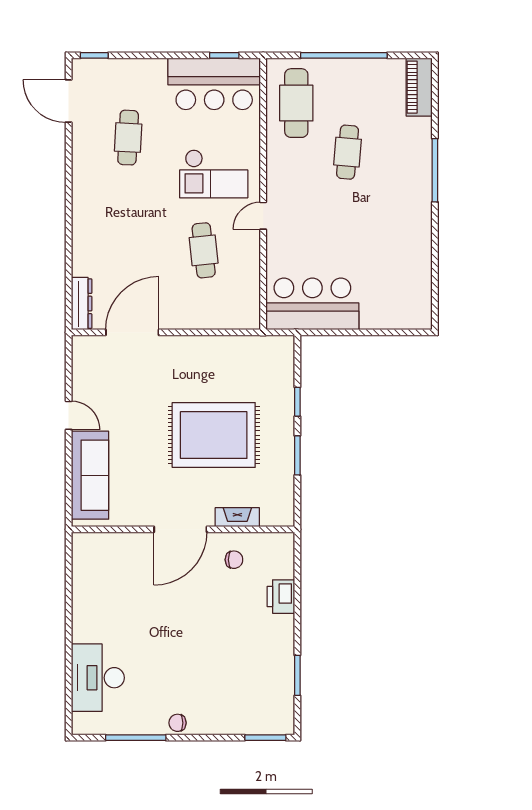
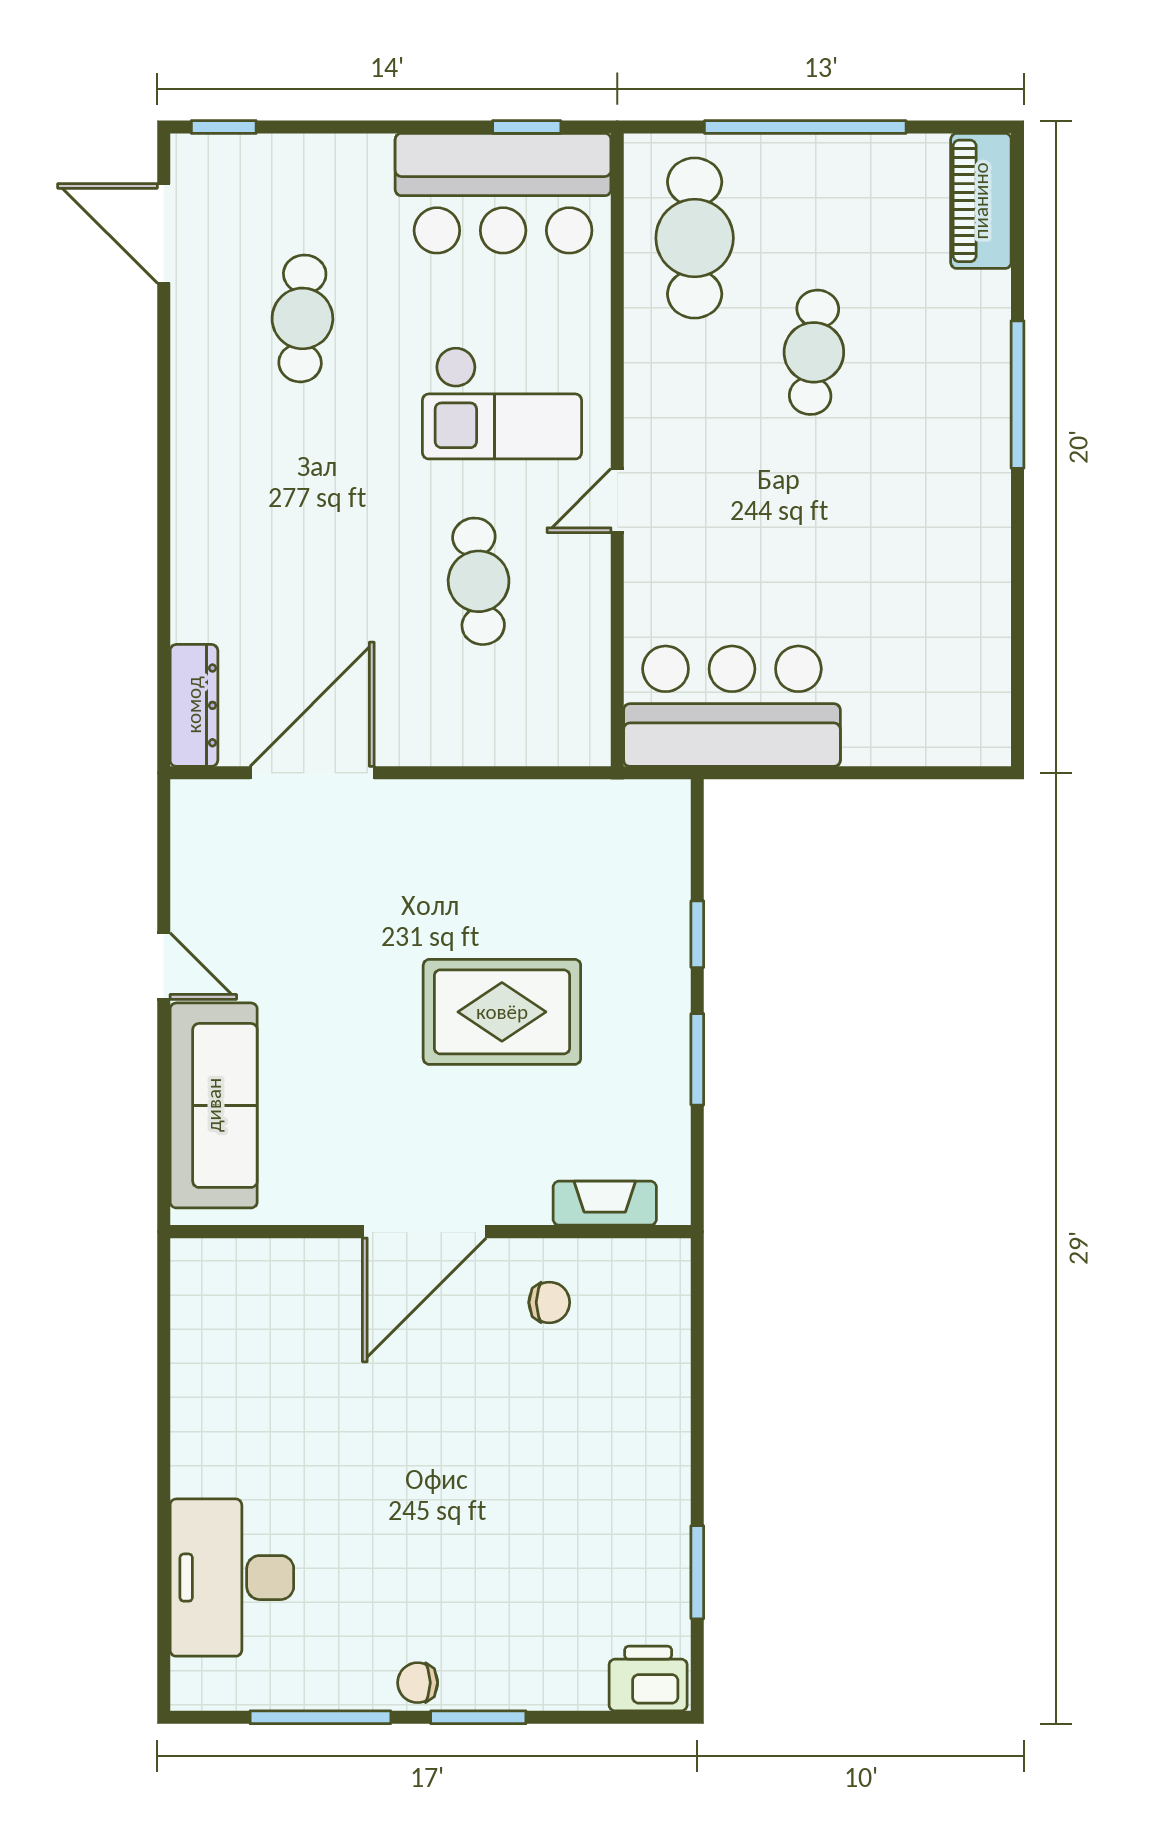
rug: (214, 435) -> (502, 1012), width x0.73, depth x0.69
fireplace: (237, 517) -> (605, 1203), moved
printer: (281, 597) -> (648, 1679), moved, turned 90
window: (265, 738) -> (478, 1717), moved

